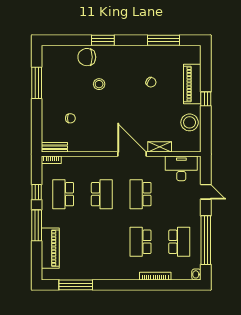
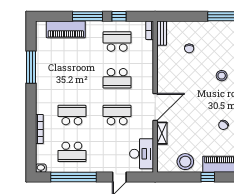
window: (76, 285) -> (31, 67), moved

